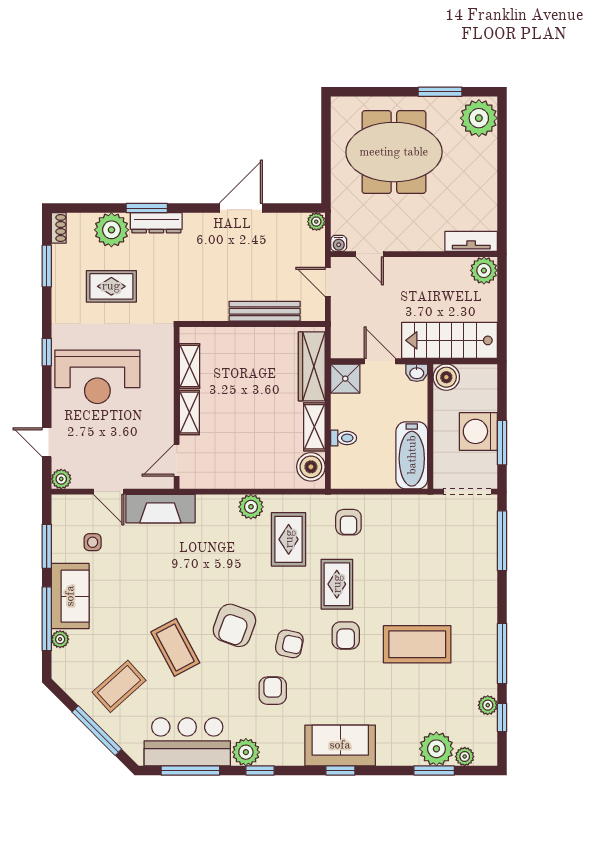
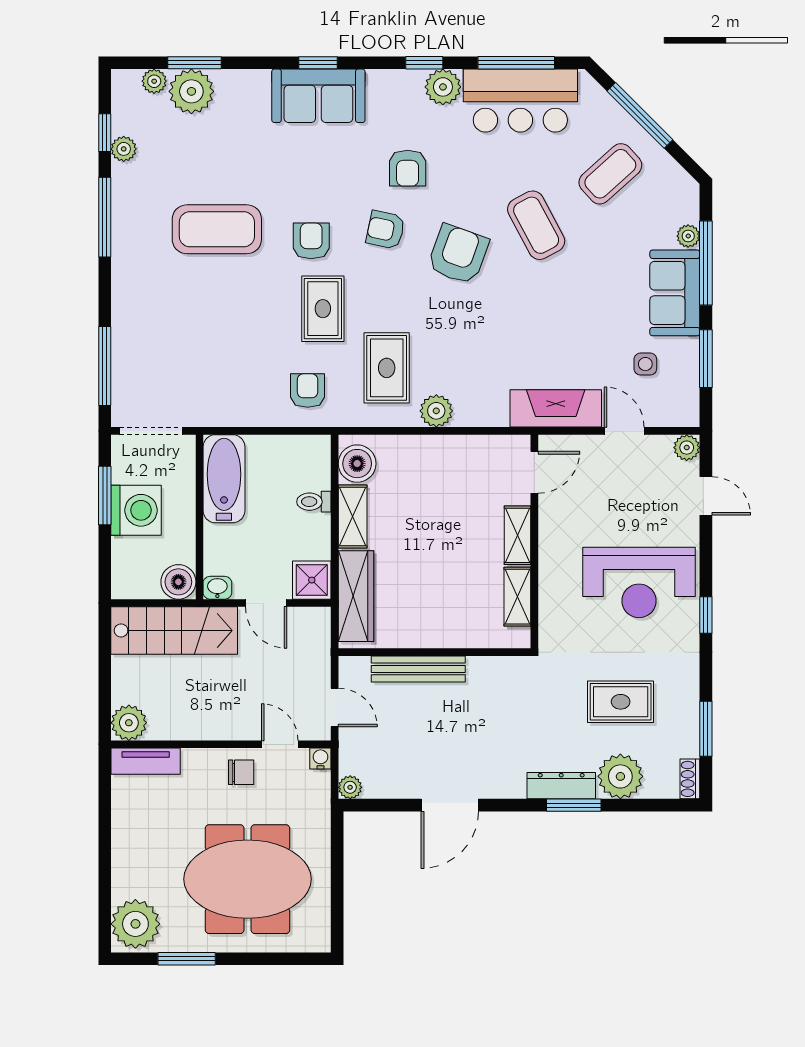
chair: (399, 233) -> (241, 772), added
reception desk: (97, 377) -> (639, 582), turned 180

